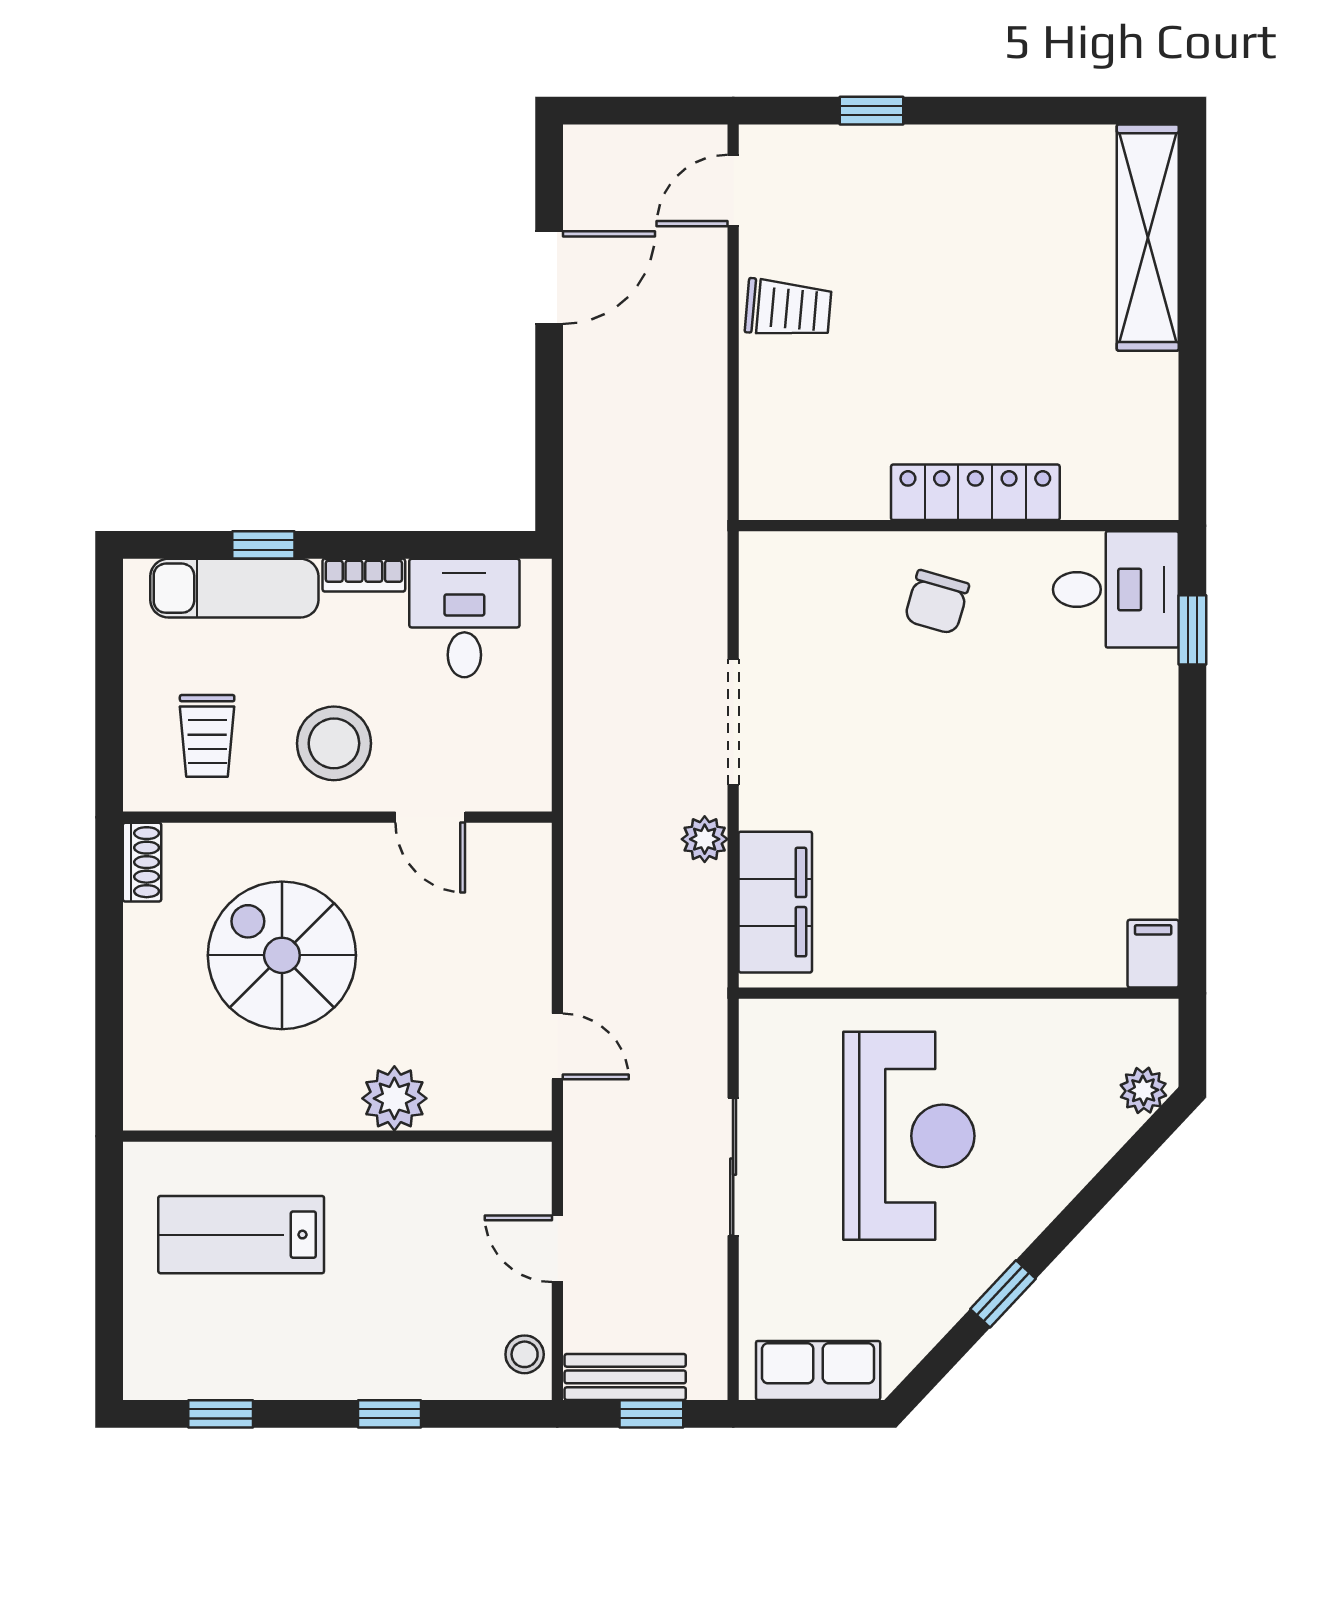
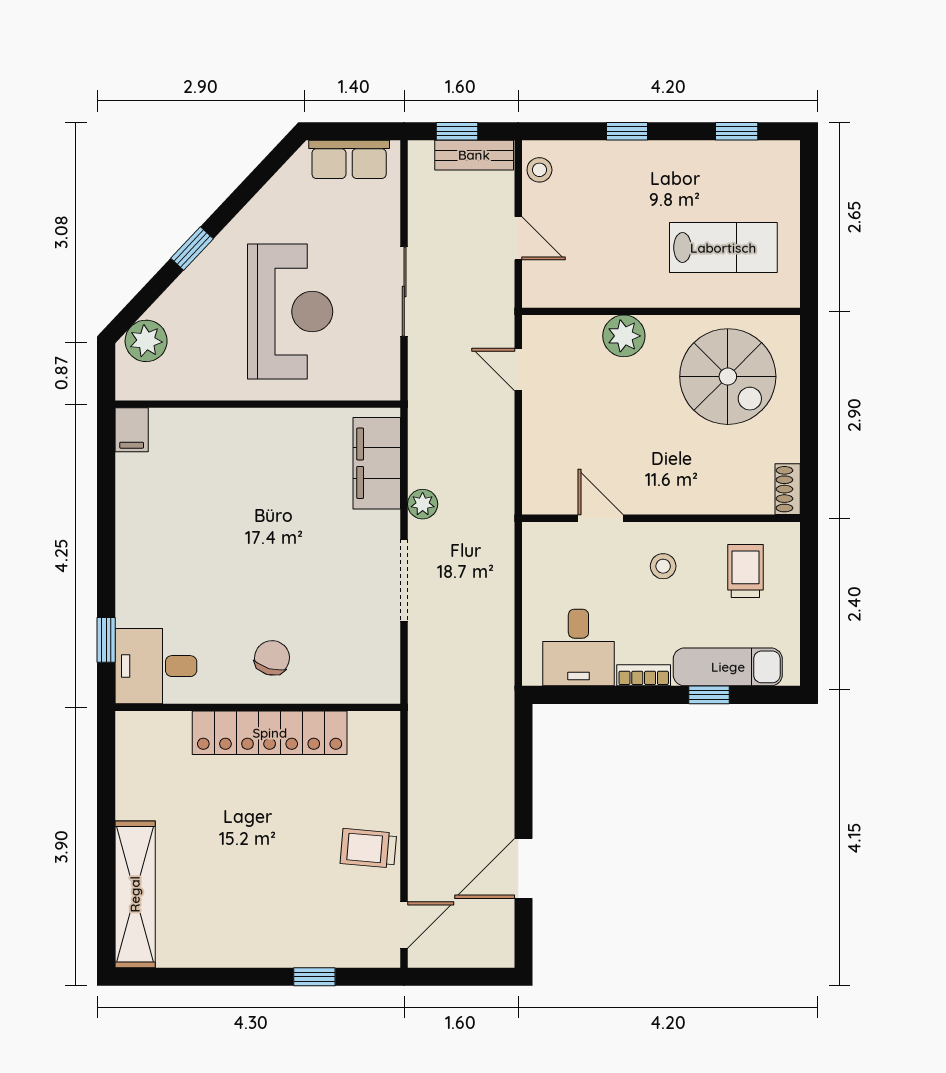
locker: (975, 492) -> (270, 733), width x1.41, depth x1.21
stool: (334, 743) -> (663, 566), width x0.53, depth x0.53
spiral stairs: (282, 955) -> (728, 377), moved
plant: (1143, 1090) -> (146, 341), width x1.38, depth x1.38
reception desk: (909, 1136) -> (290, 312), turned 180
window: (1003, 1294) -> (192, 249), moved

